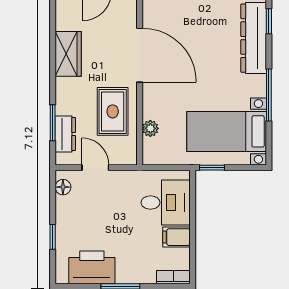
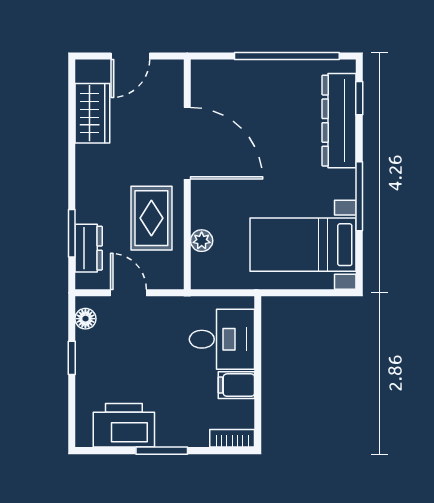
wardrobe: (68, 54) -> (92, 113), moved
window: (212, 168) -> (284, 293), removed
window: (53, 237) -> (72, 358), moved

